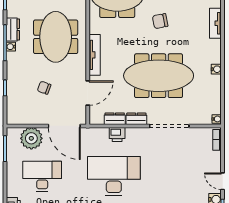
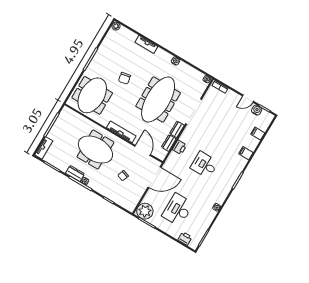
plant: (31, 138) -> (145, 211), moved
desk: (114, 176) -> (204, 165), width x0.53, depth x0.77

